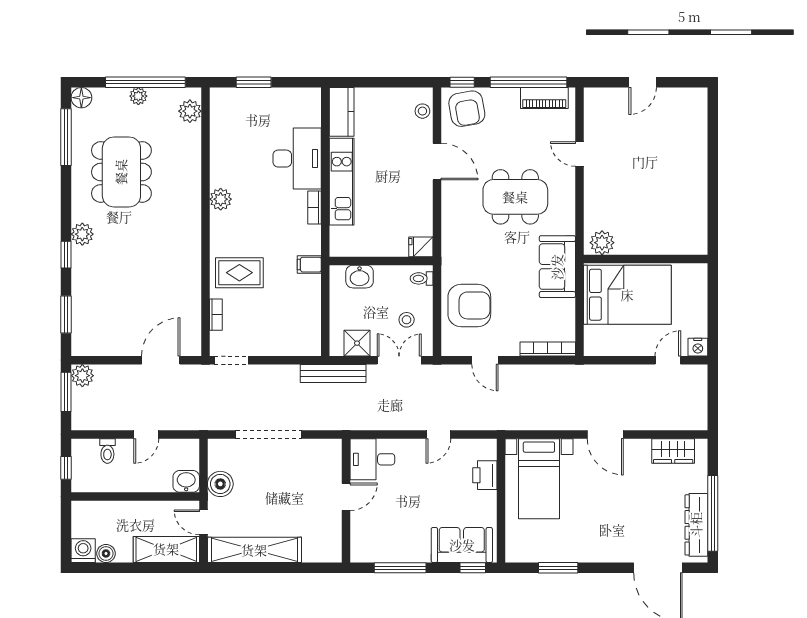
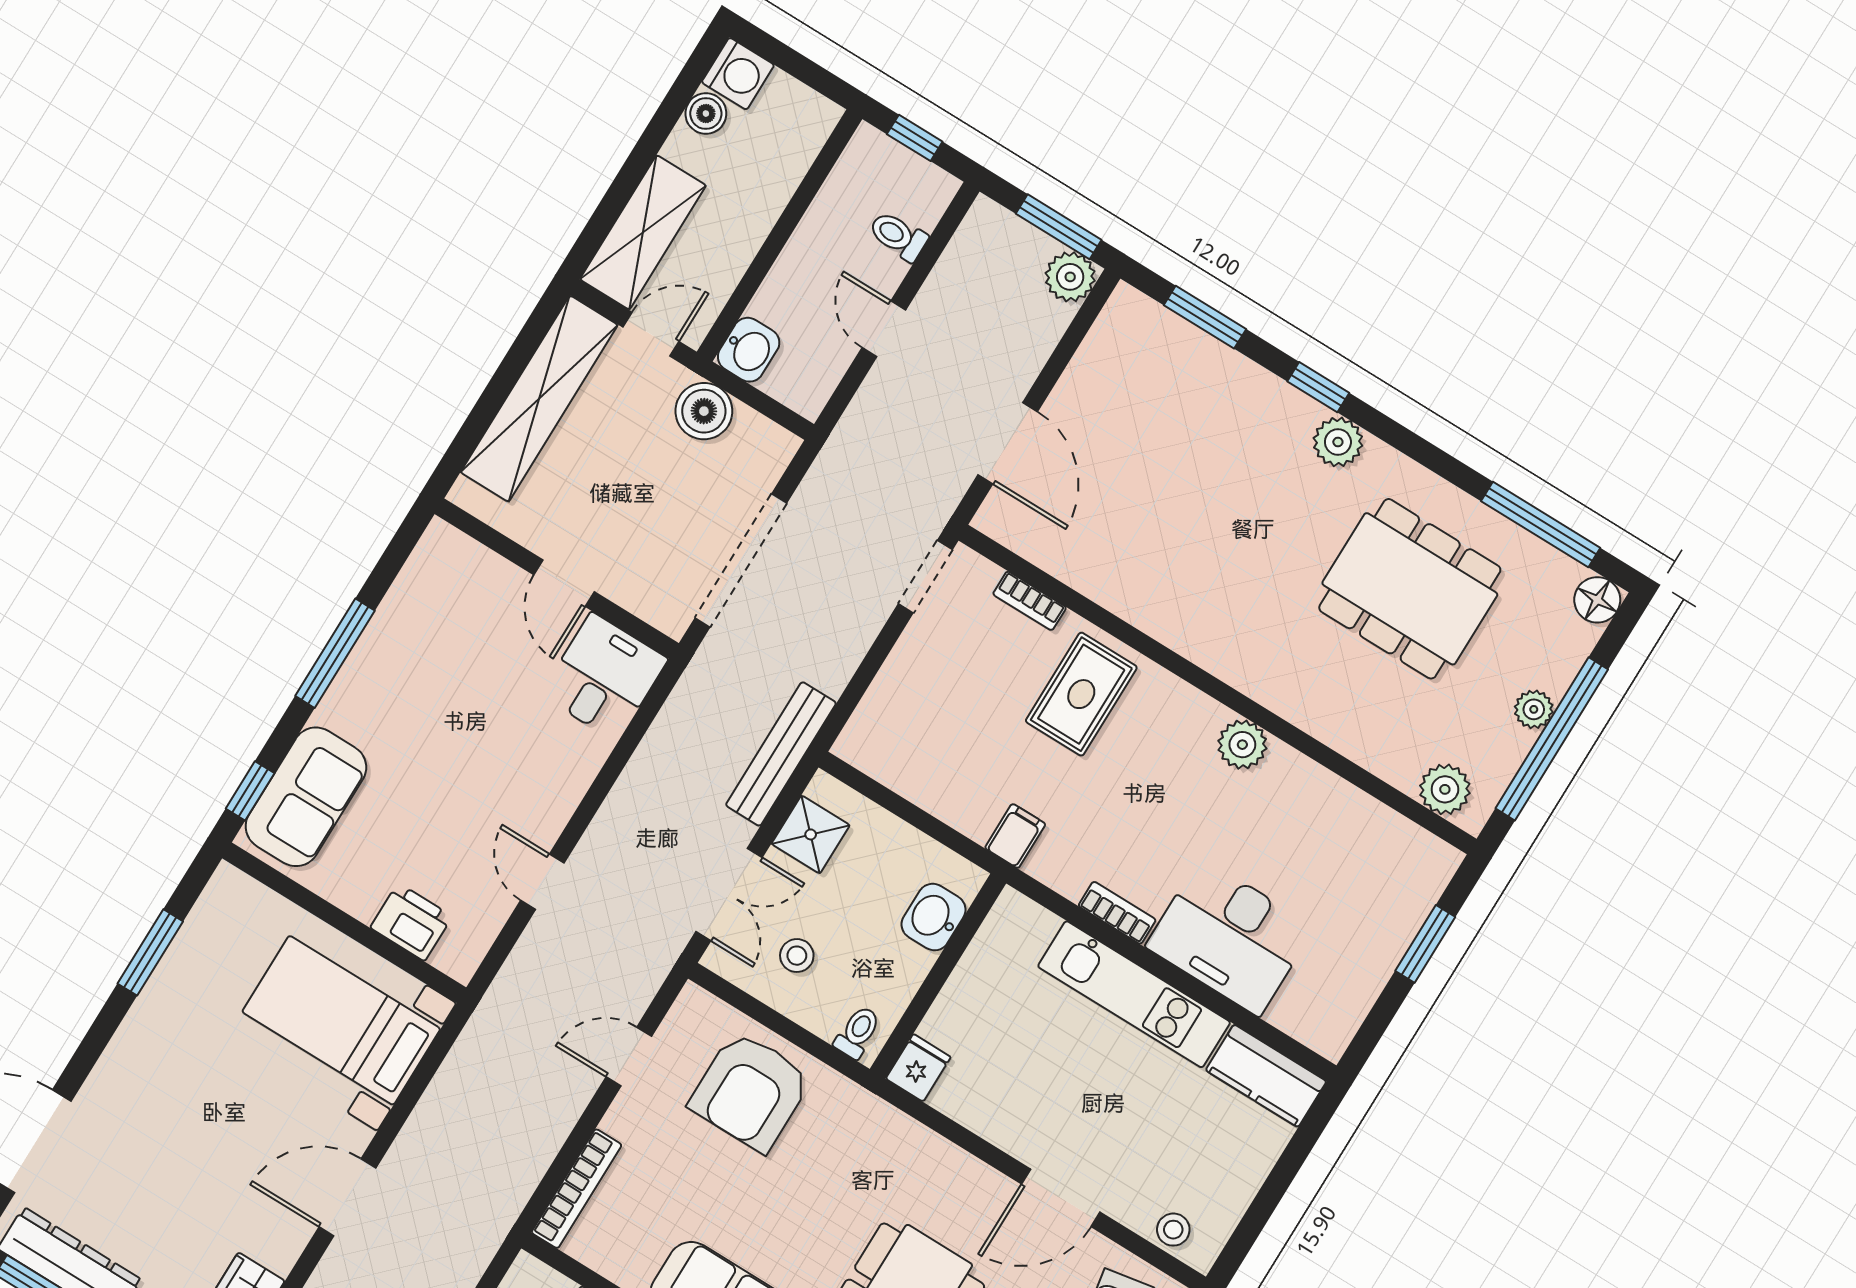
desk: (372, 459) -> (604, 677), moved
door: (346, 497) -> (564, 583), moved
wall: (346, 501) -> (557, 579), moved

